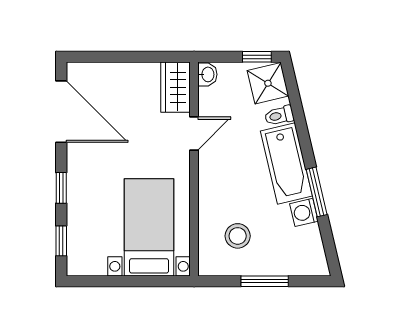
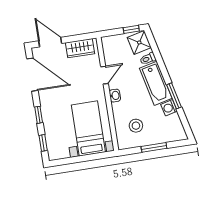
door: (103, 57) -> (50, 42), added
washbasin: (207, 74) -> (115, 96), moved
wardrobe: (176, 87) -> (80, 48), moved, turned -90

